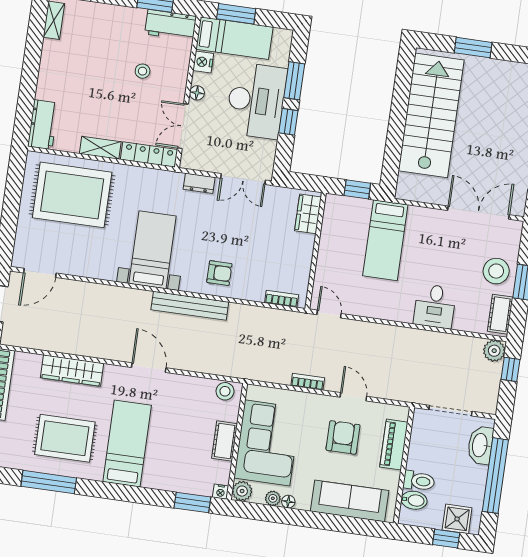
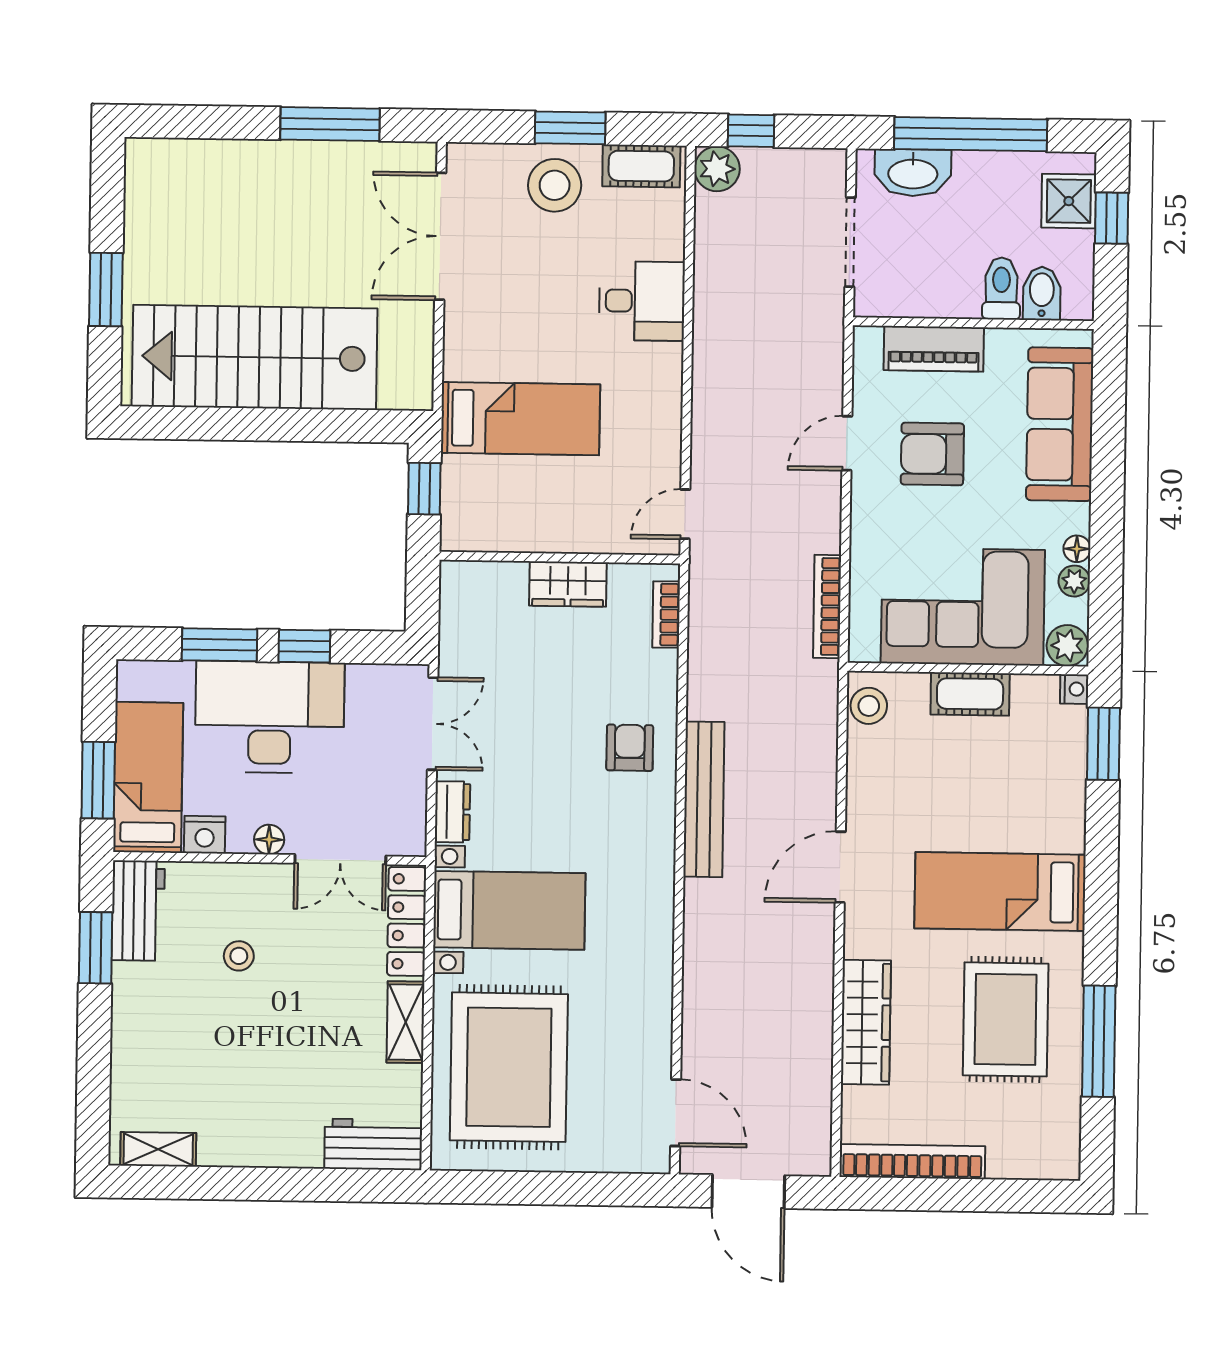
wardrobe: (308, 214) -> (568, 584), moved
bed with nightstands: (153, 250) -> (509, 910), moved, turned 180
bookcase: (308, 382) -> (827, 606), moved, width x1.56

